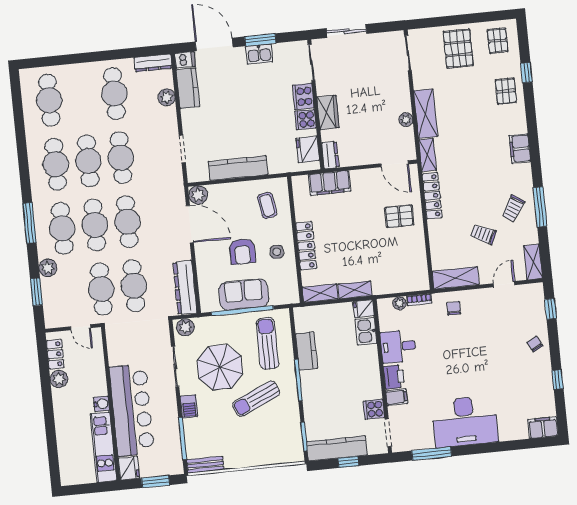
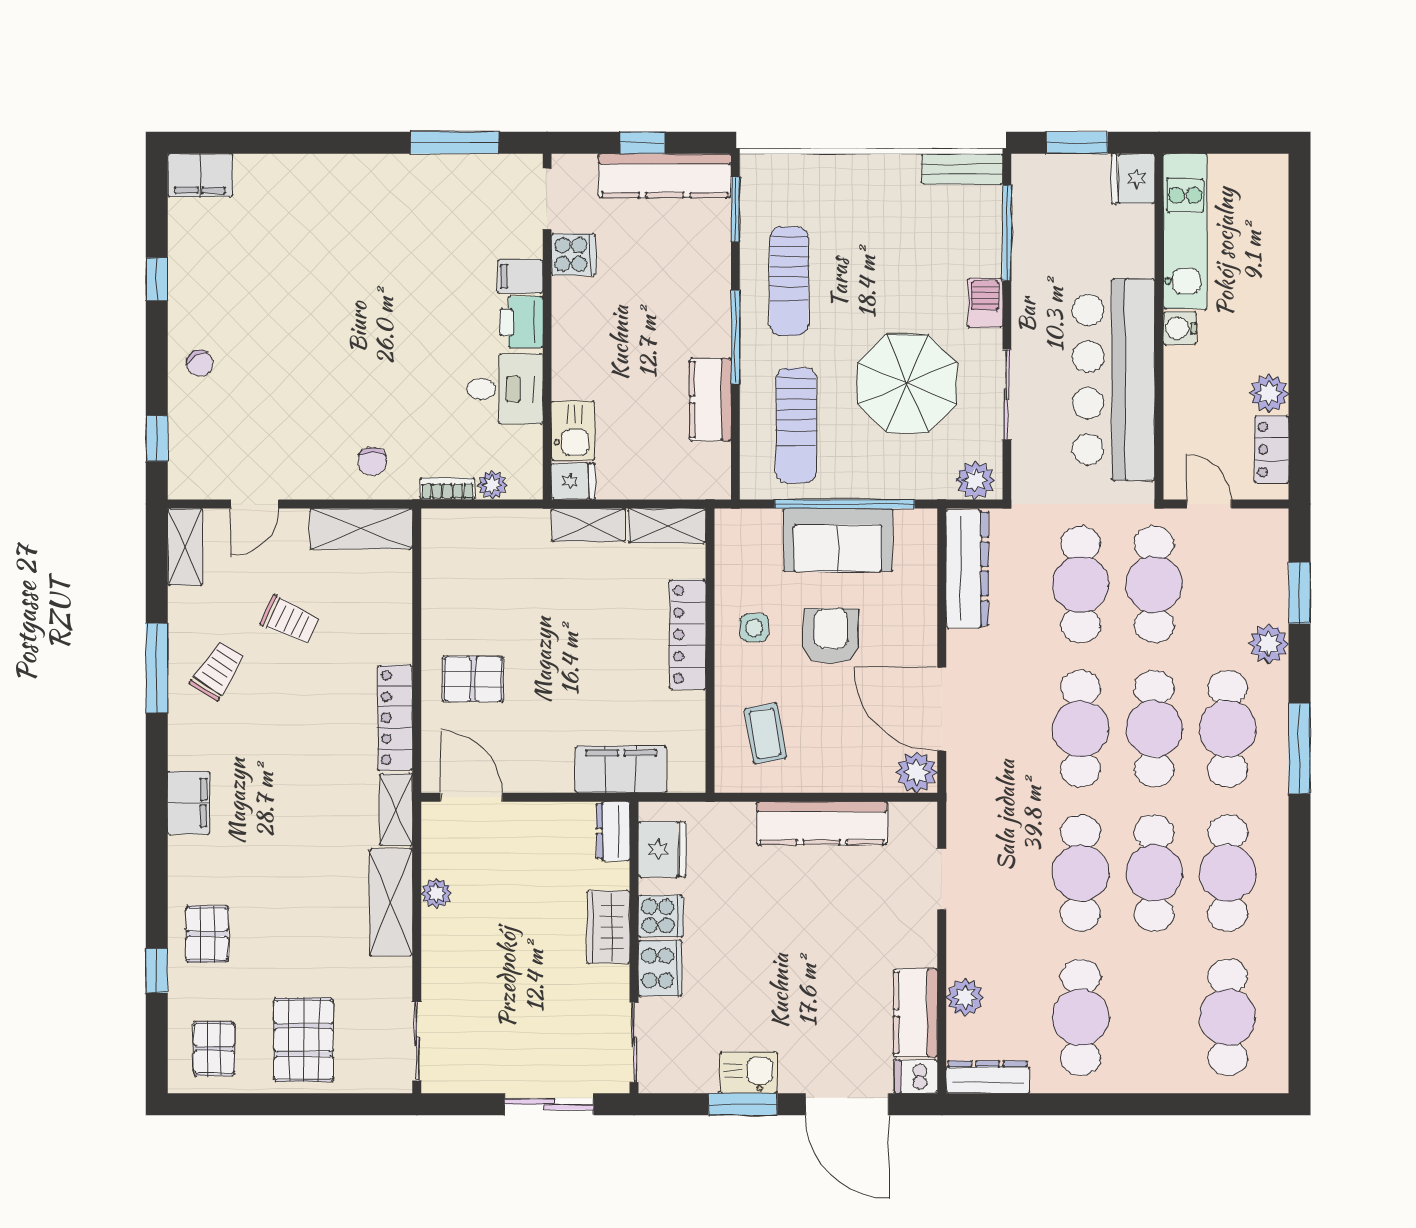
sun lounger: (256, 399) -> (789, 281), moved, turned 114
bar counter: (132, 410) -> (1114, 380), moved
desk: (465, 421) -> (373, 207), removed

